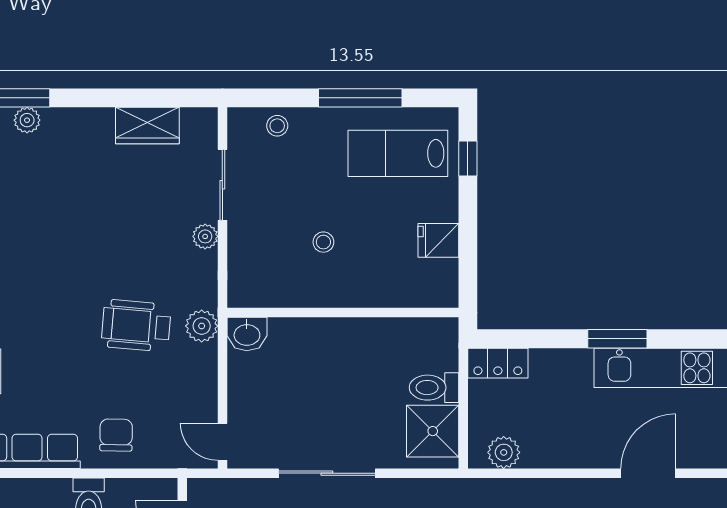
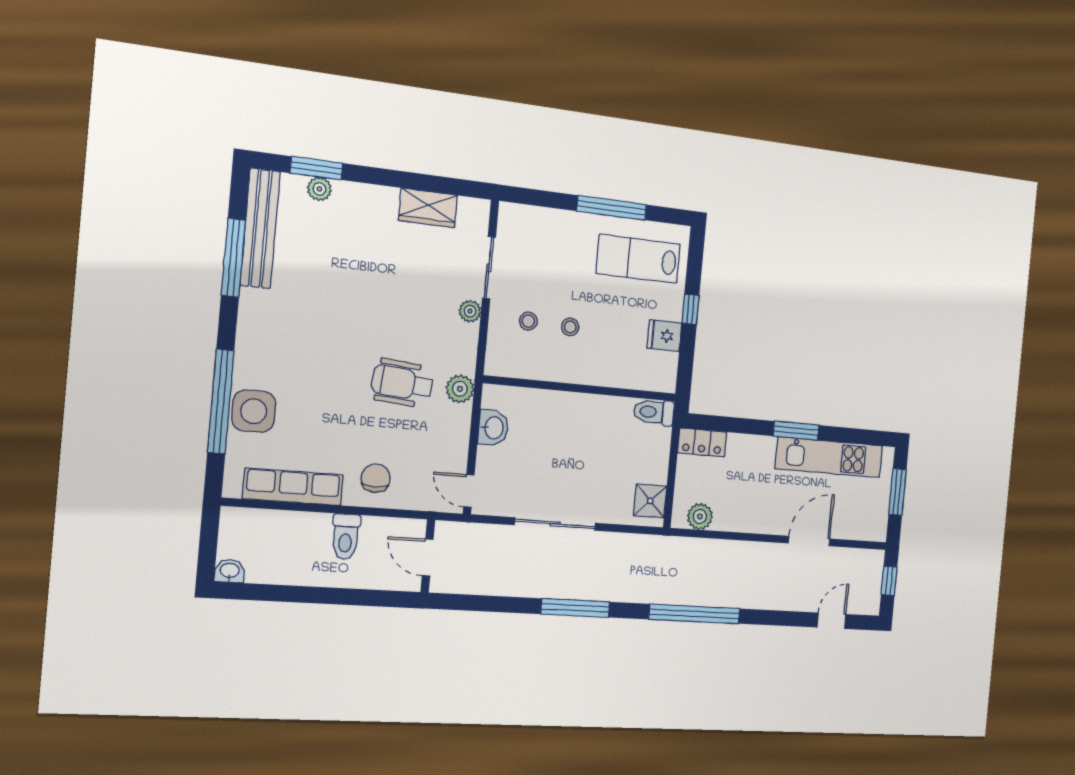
stool: (277, 126) -> (528, 321), moved
window: (468, 159) -> (691, 309), moved
washbasin: (247, 334) -> (493, 428), moved, turned -90
toilet: (434, 388) -> (654, 412), moved
shower: (433, 431) -> (650, 501), width x0.73, depth x0.73

